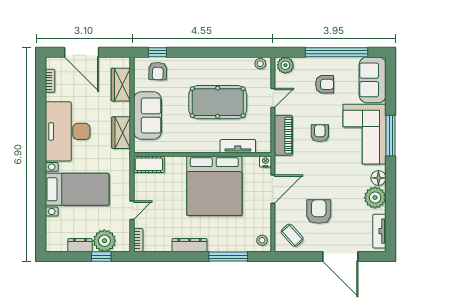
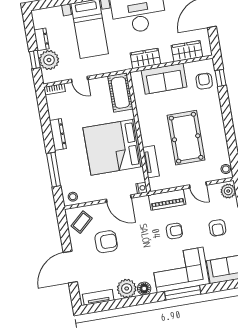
armchair: (158, 71) -> (204, 81), turned 89
cot: (149, 164) -> (120, 93), width x1.37, depth x1.34

